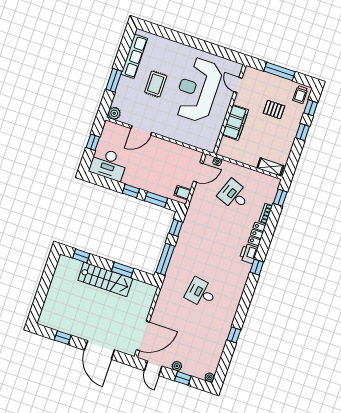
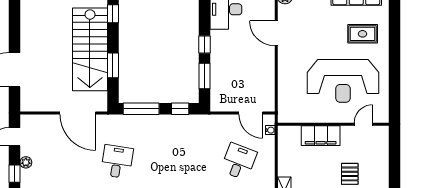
window: (280, 71) -> (394, 166), removed
rug: (156, 84) -> (363, 34), moved
reception desk: (198, 90) -> (343, 81), turned 180
filing cabinet: (183, 193) -> (222, 103), removed
stairs: (105, 279) -> (90, 49), width x1.36, depth x1.51
door: (143, 336) -> (78, 113), moved
window: (63, 338) -> (14, 24), removed

